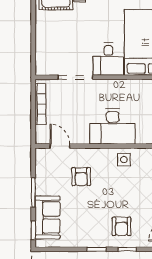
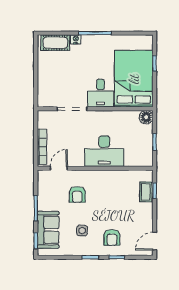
bookcase: (40, 104) -> (42, 147), moved
door: (60, 146) -> (59, 168), hinge flipped
side table: (124, 160) -> (82, 231), moved

